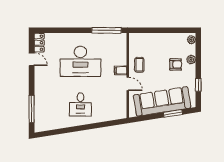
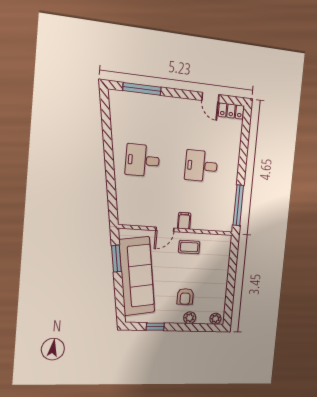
door: (32, 59) -> (210, 98), hinge flipped
desk: (80, 61) -> (201, 166), width x0.53, depth x0.77
window: (173, 113) -> (116, 259), moved

